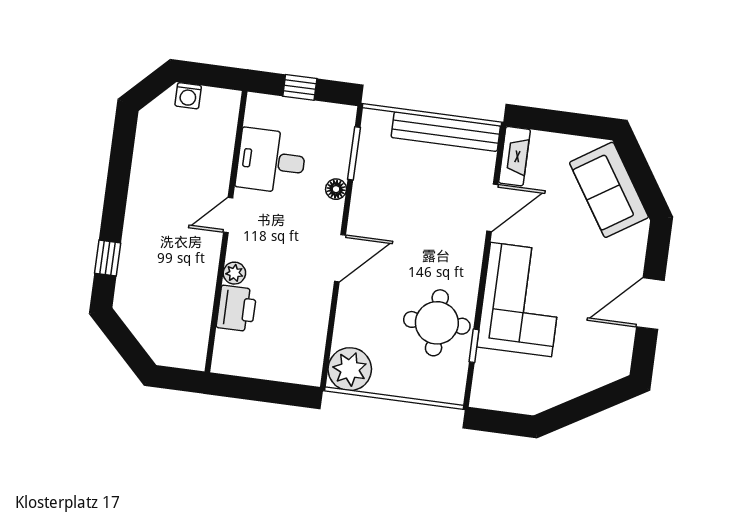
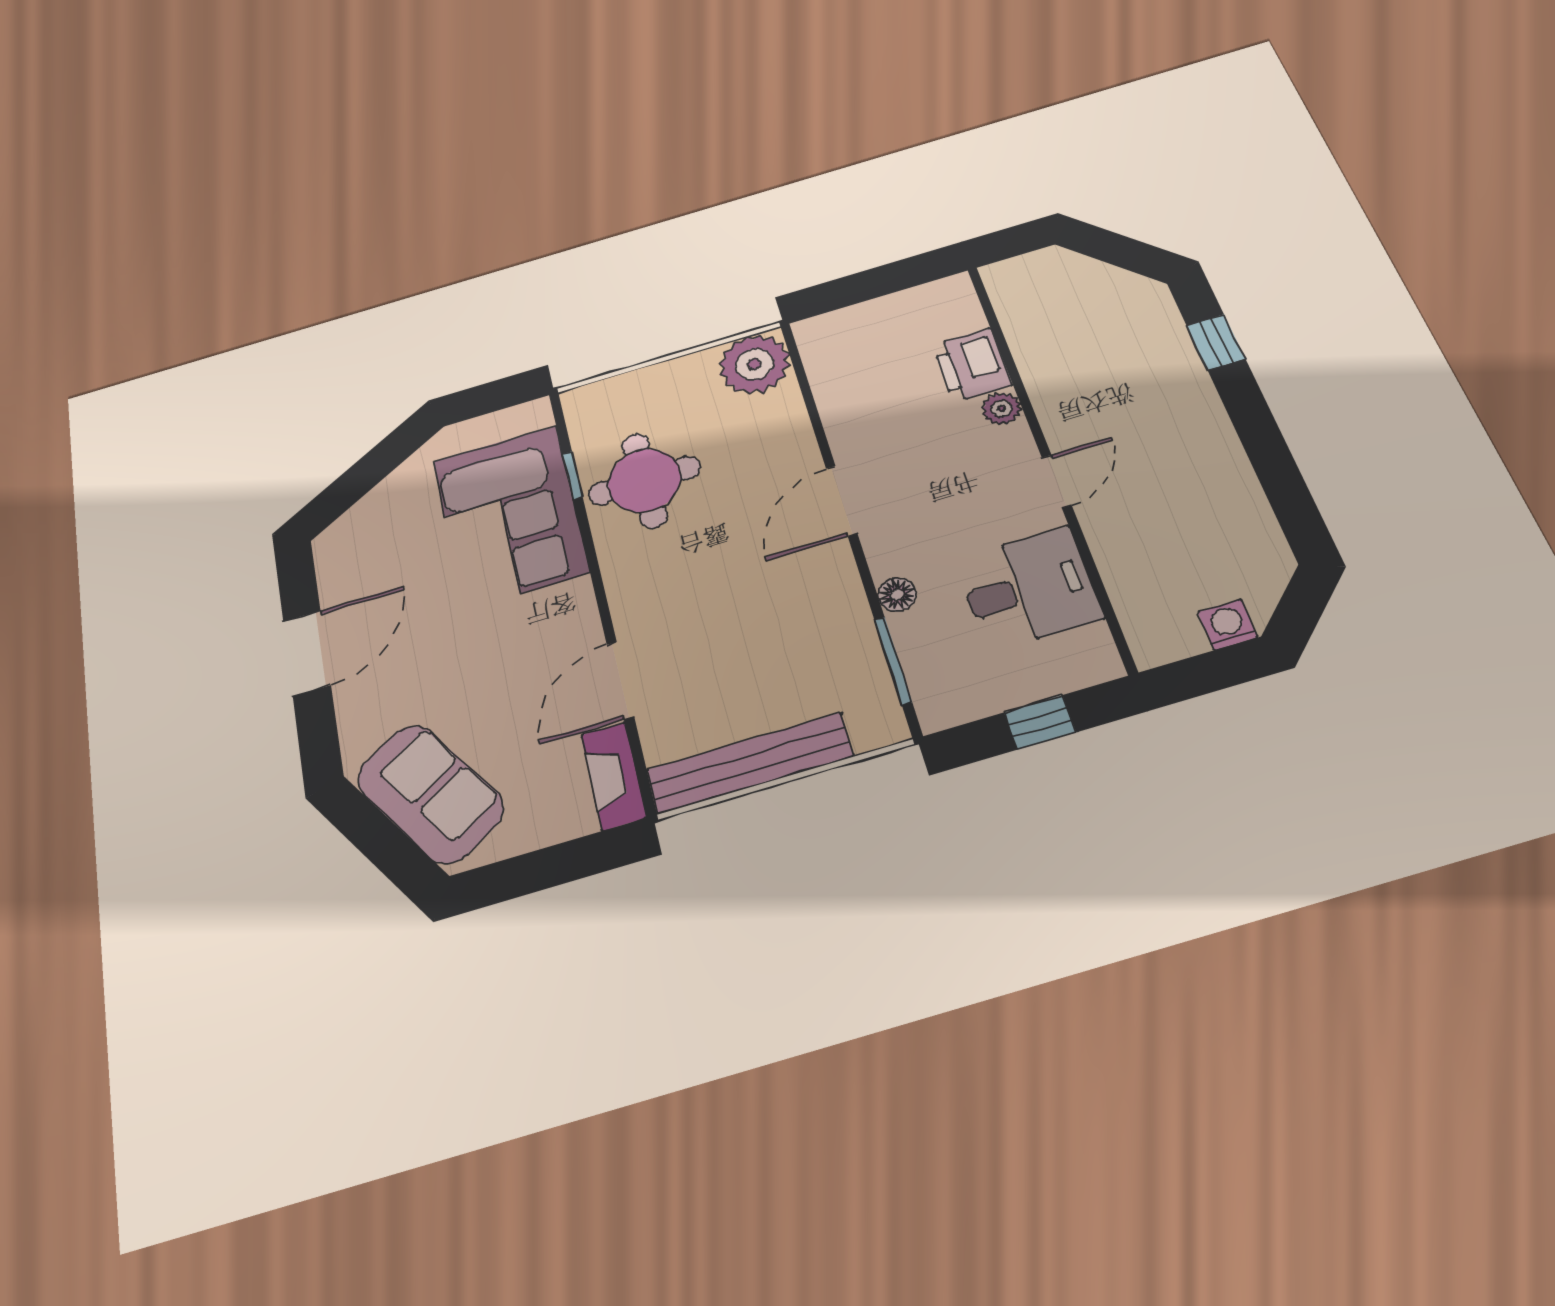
corner sofa: (521, 300) -> (510, 516), moved

